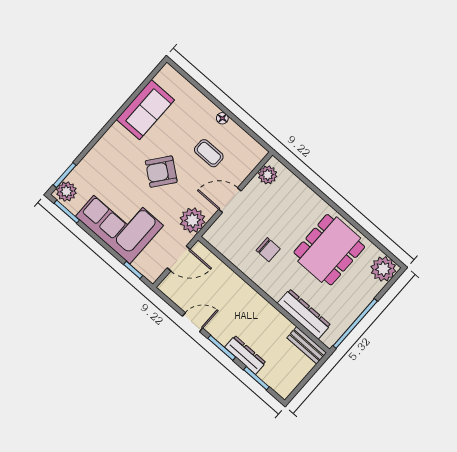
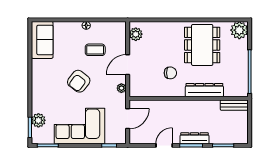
sofa: (145, 110) -> (42, 40), moved
plant: (66, 191) -> (38, 120), moved
plant: (193, 220) -> (121, 88), width x0.53, depth x0.53
dresser: (304, 314) -> (204, 90), moved
dresser: (245, 355) -> (194, 138), moved

